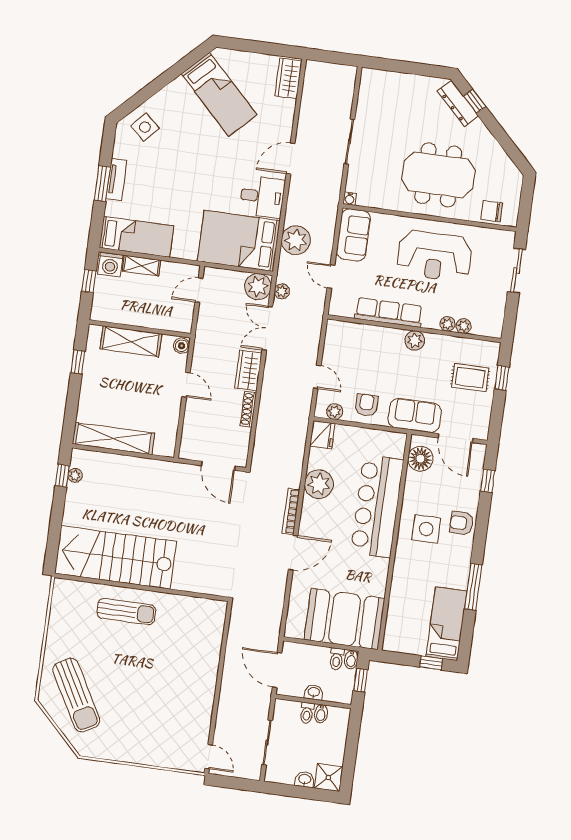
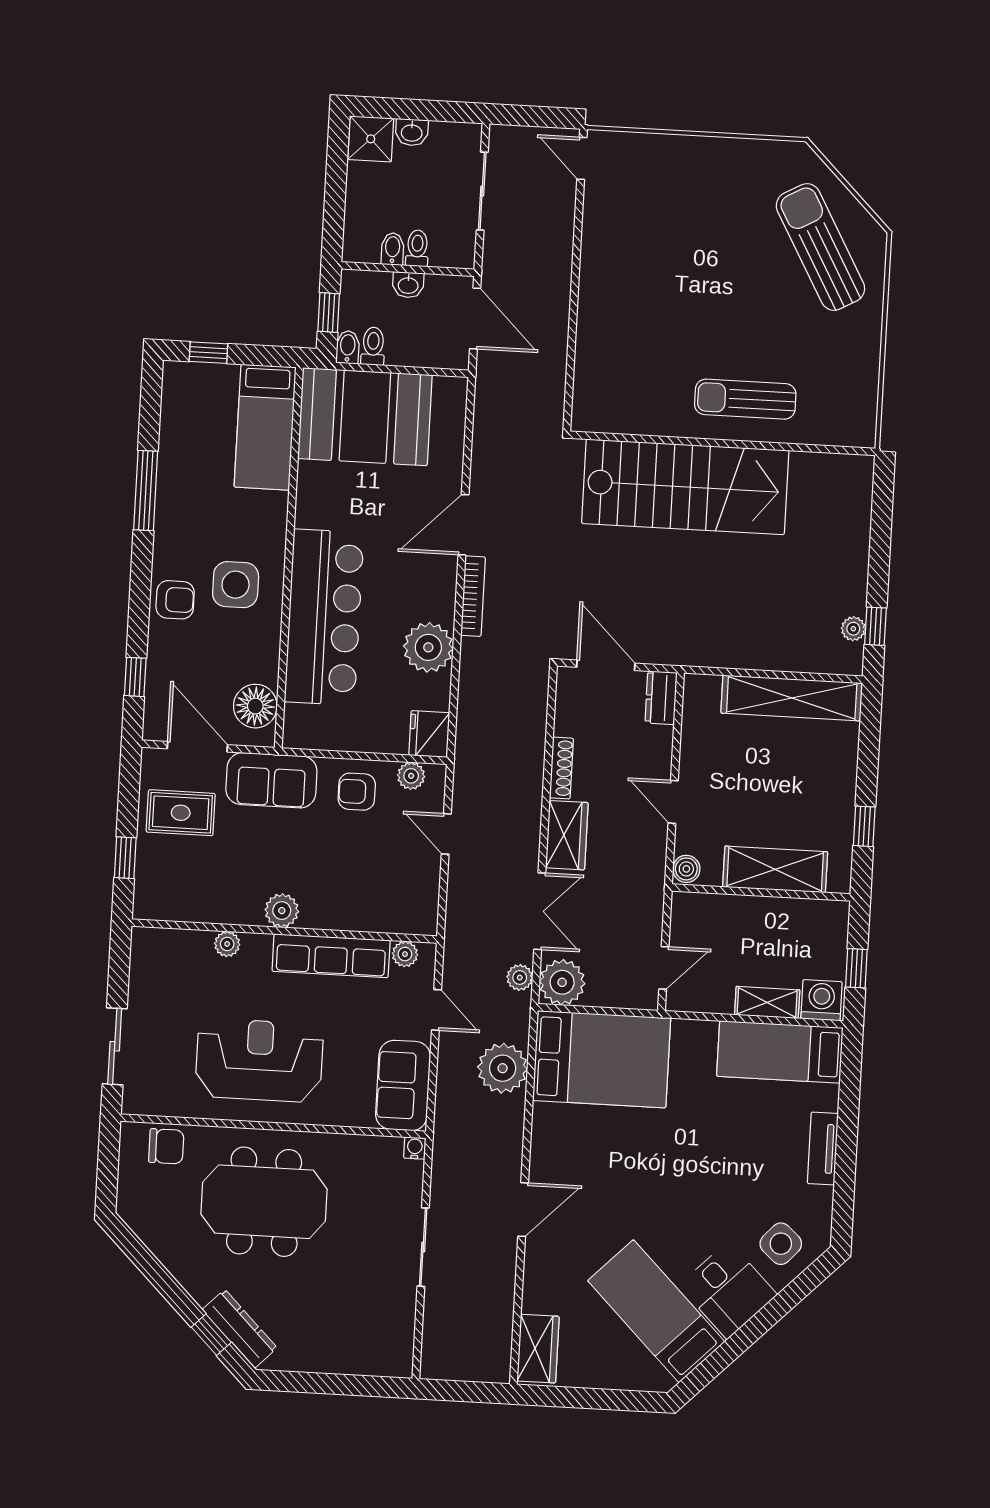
window: (102, 184) -> (847, 1140), removed
desk: (262, 197) -> (728, 1290), moved, turned -135
plant: (464, 326) -> (405, 954), moved
rug: (470, 378) -> (181, 813), moved
armchair: (366, 405) -> (357, 792), turned 90
dresser: (188, 445) -> (661, 698), added
stairs: (116, 557) -> (685, 487), moved
bed: (446, 624) -> (265, 427), moved

